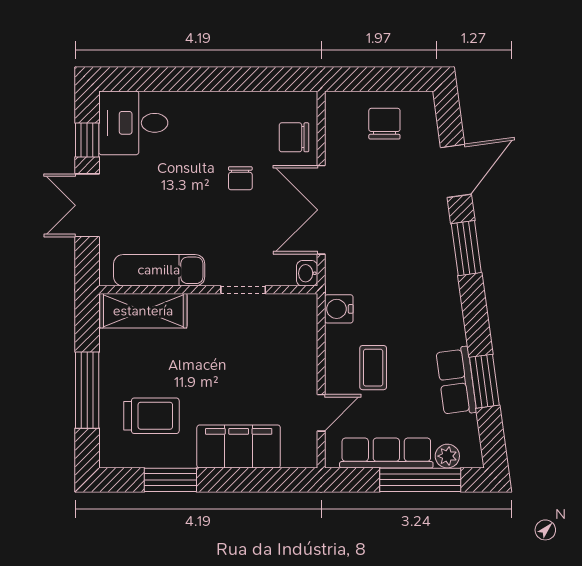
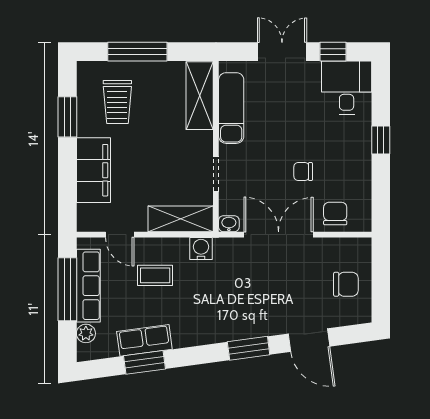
window: (200, 79) -> (381, 140), added
shelving: (301, 335) -> (181, 219), added
window: (420, 480) -> (67, 289), moved

